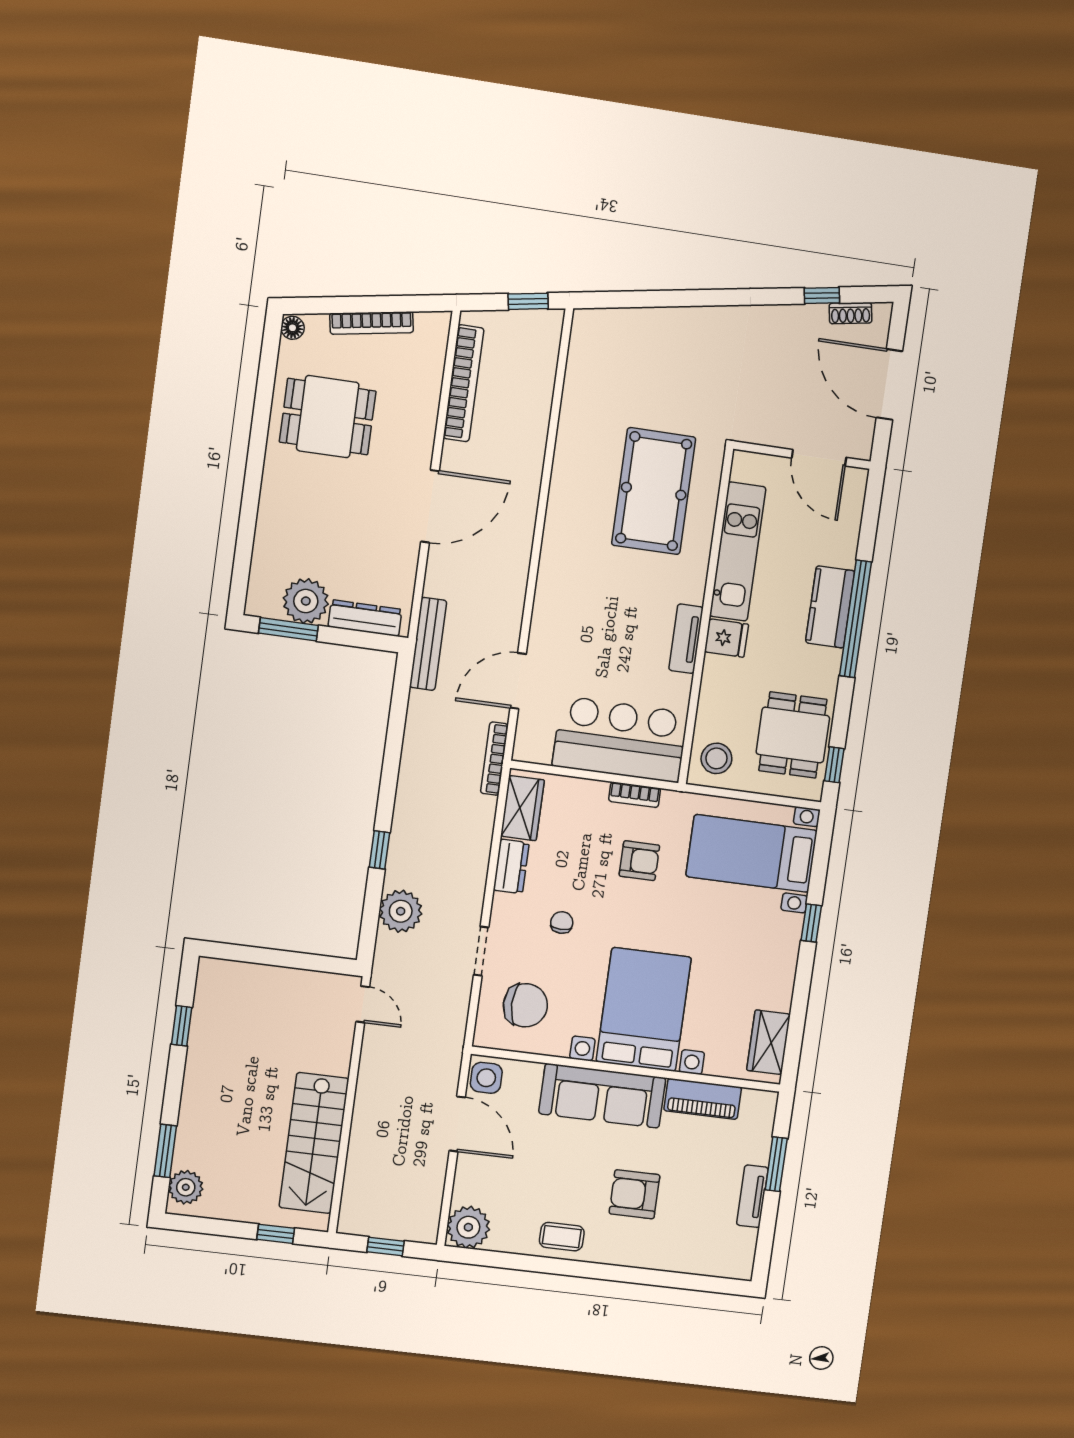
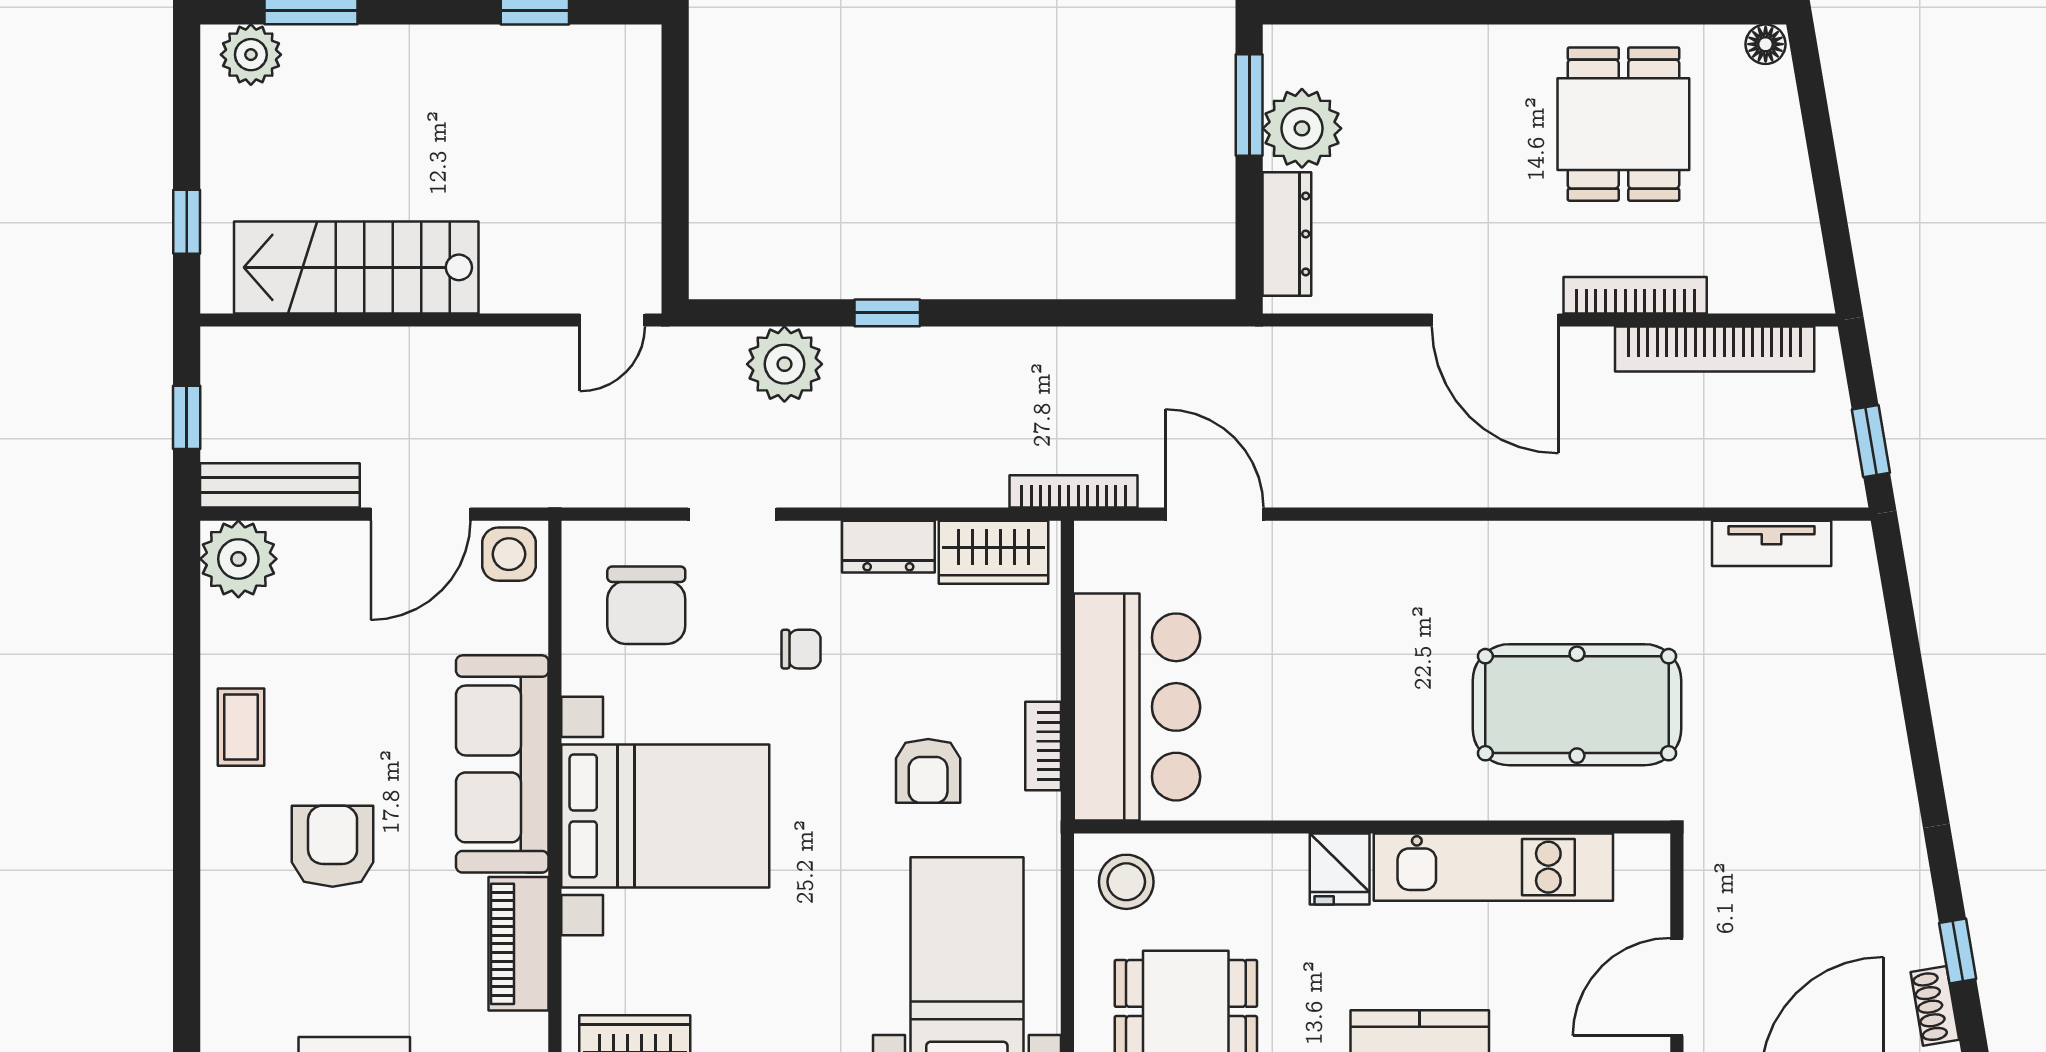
bookcase: (372, 323) -> (1635, 295), moved, turned 100
tv unit: (686, 639) -> (1772, 543), moved, turned 180
bench: (428, 644) -> (280, 485), moved

